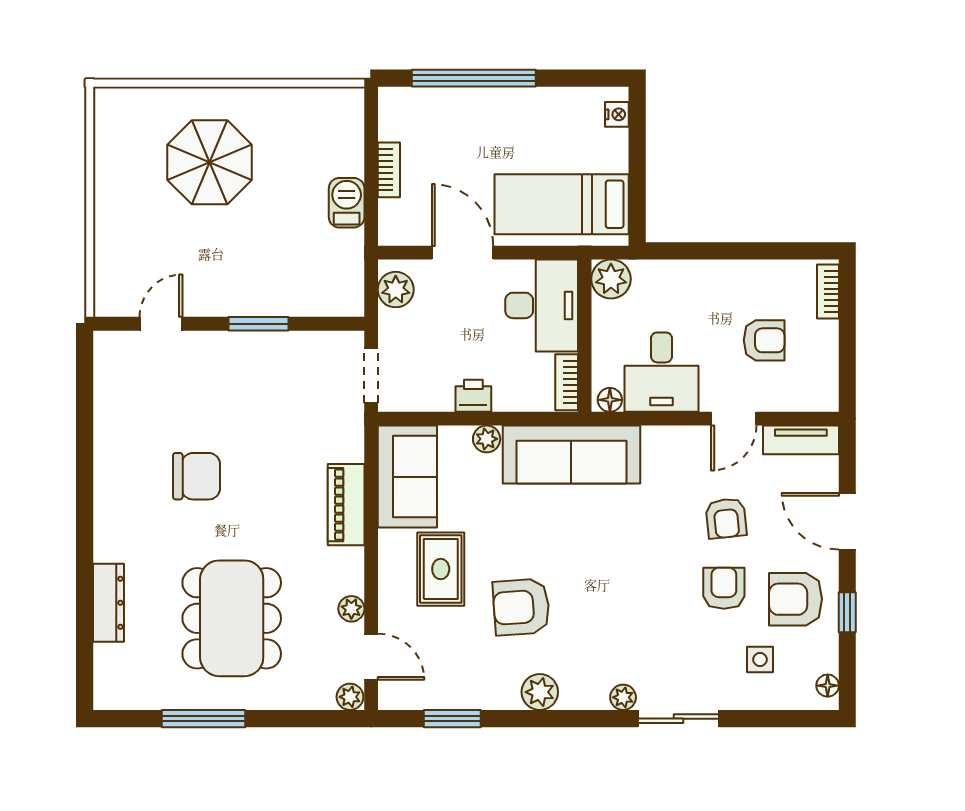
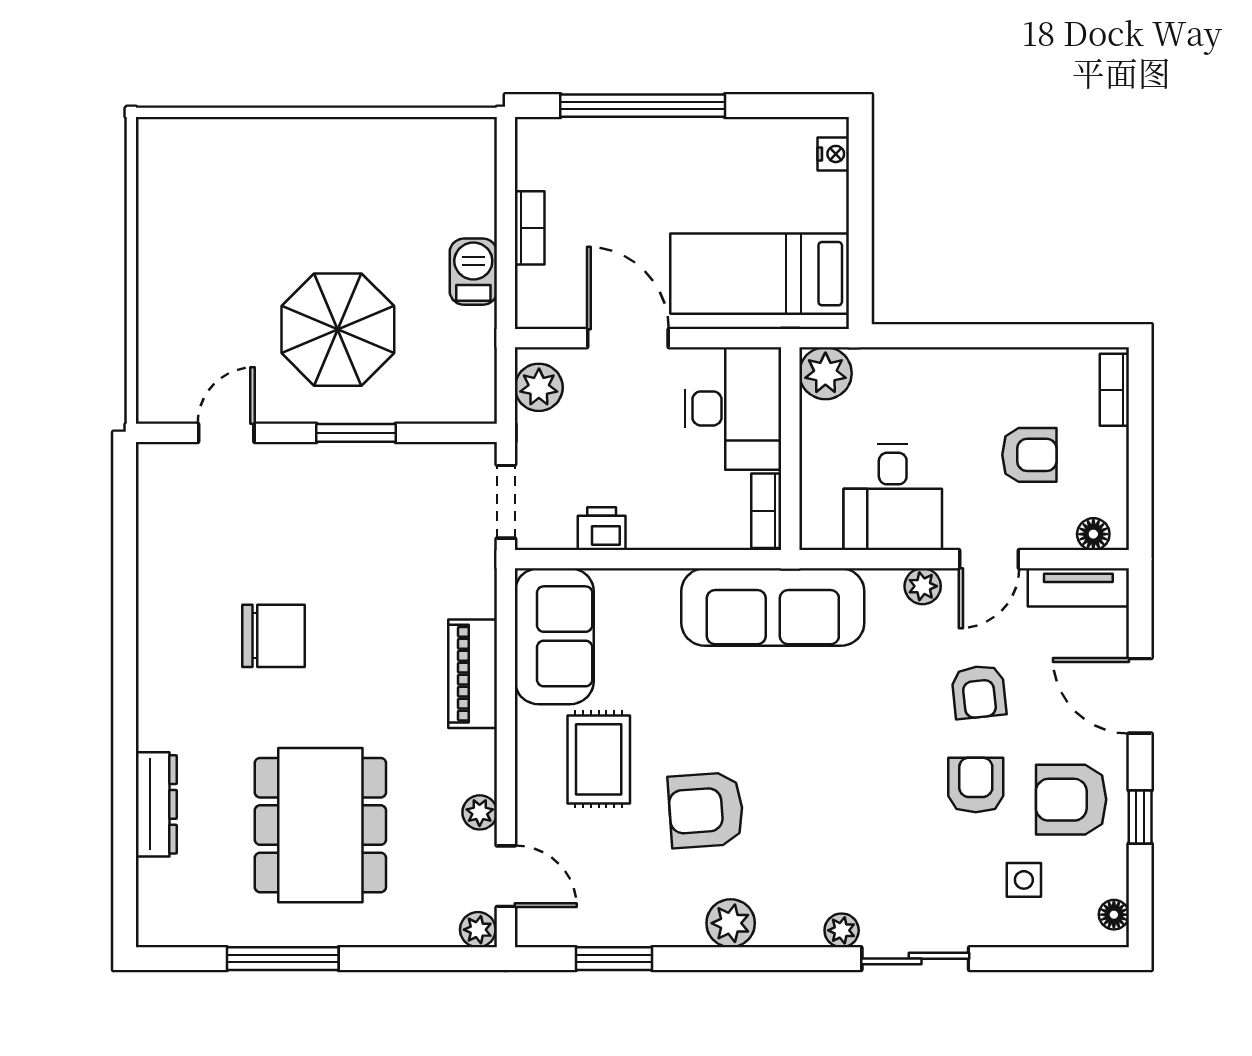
parasol: (210, 162) -> (338, 330), moved
printer: (473, 396) -> (602, 529), moved
floor lamp: (610, 400) -> (1093, 534), moved
plant: (487, 439) -> (923, 586), moved

